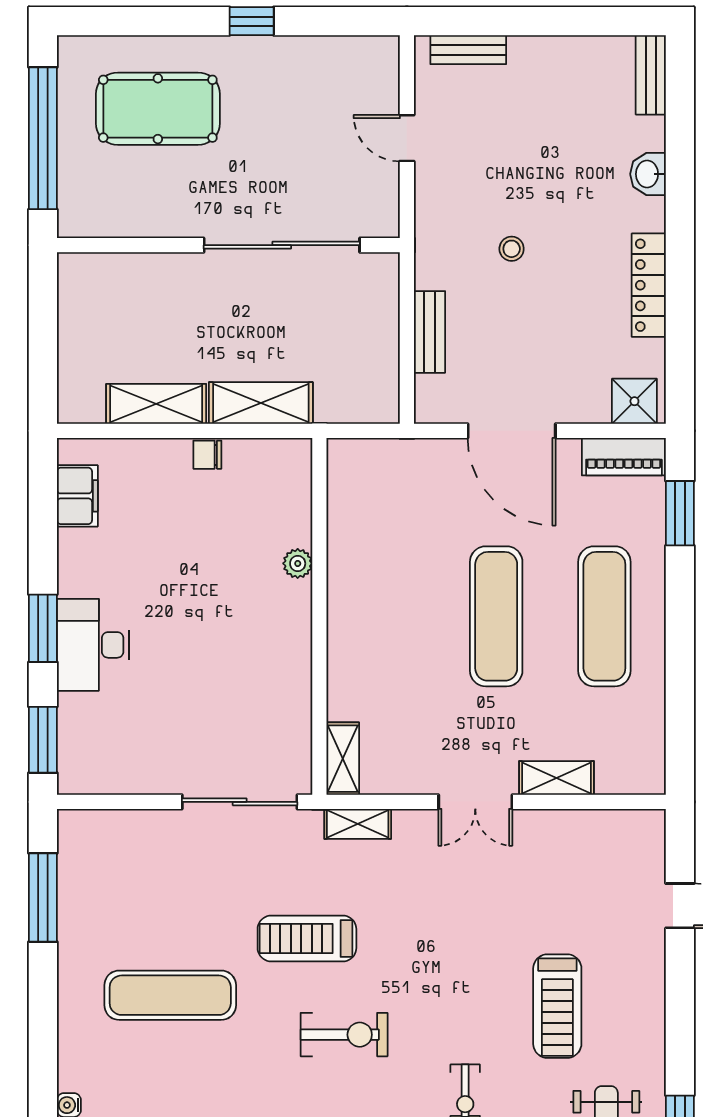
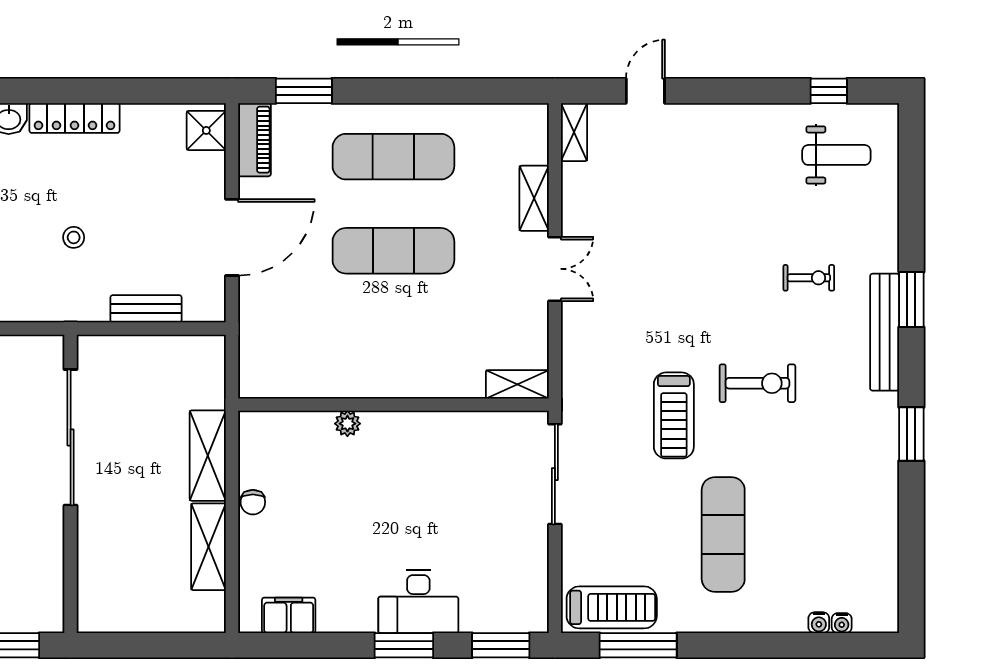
locker: (649, 285) -> (74, 118), moved
shelving: (358, 824) -> (574, 132), moved
treadmill: (557, 1006) -> (612, 607), moved
exercise bike: (344, 1035) -> (757, 383), turned 90

